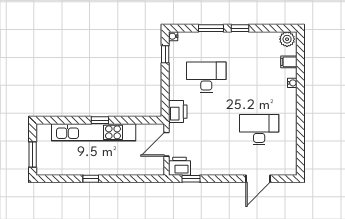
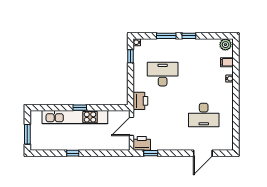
desk: (259, 130) -> (204, 115), turned 180

